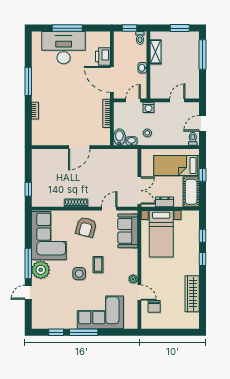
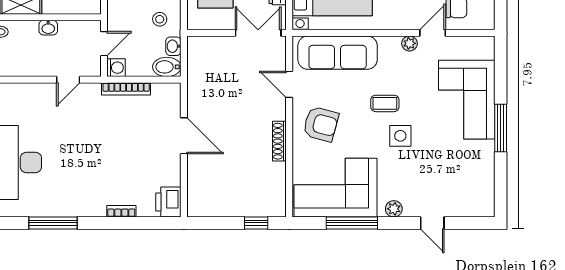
printer: (103, 57) -> (168, 202), moved, turned 90
door: (112, 79) -> (68, 80), width x0.53
window: (28, 81) -> (53, 223), moved
door: (133, 100) -> (104, 44), swing flipped
washing machine: (148, 107) -> (116, 68), moved
sofa: (128, 231) -> (338, 53), width x1.36
window: (28, 263) -> (352, 223), moved
plant: (41, 270) -> (394, 209), width x0.53, depth x0.53
window: (56, 332) -> (501, 175), removed

